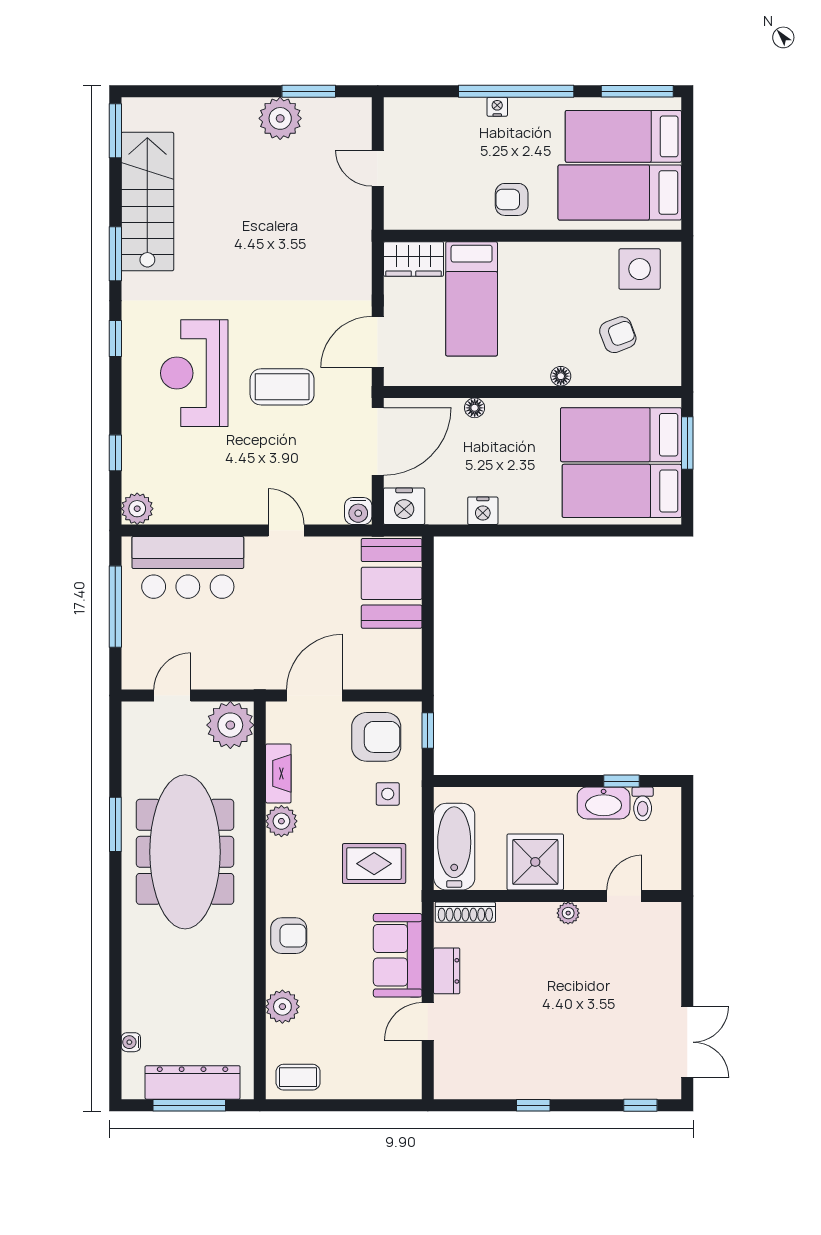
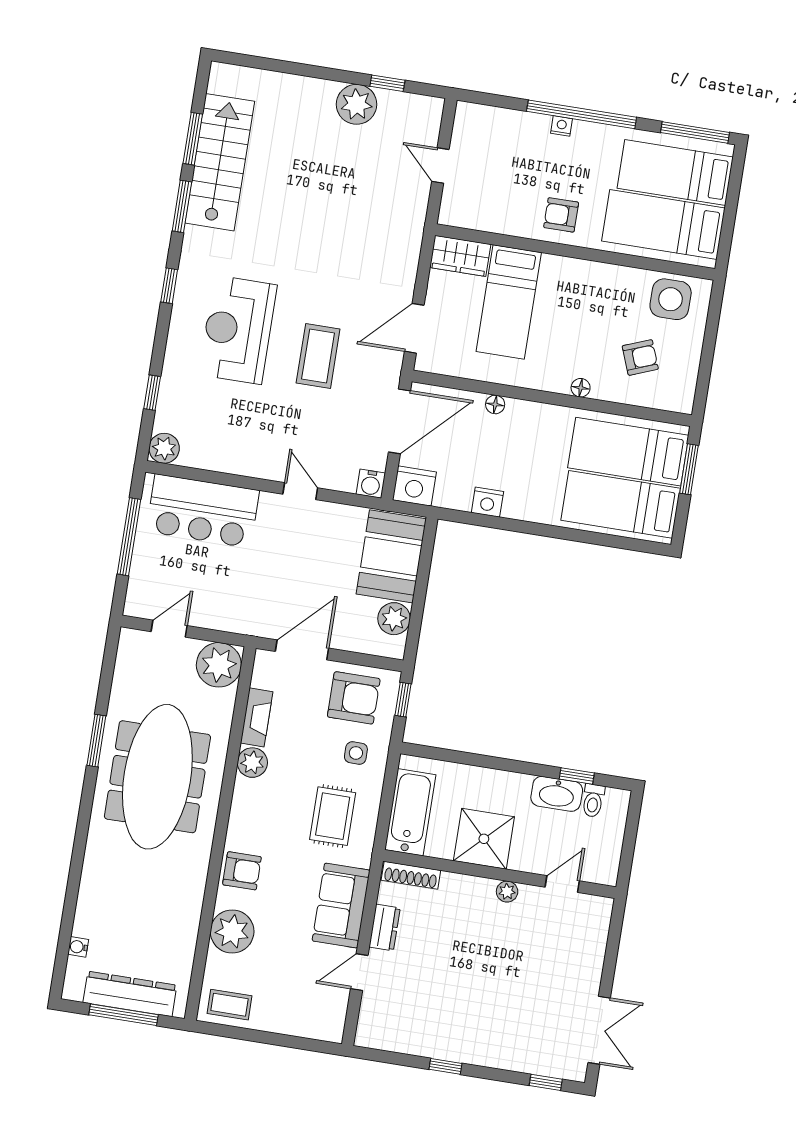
window: (309, 91) -> (387, 83), width x0.67
window: (115, 131) -> (193, 139), moved
coffee table: (282, 387) -> (318, 356), turned 90
plant: (405, 648) -> (394, 619), added
rug: (374, 864) -> (333, 816), turned 90
plant: (282, 1007) -> (232, 931), width x1.36, depth x1.36

